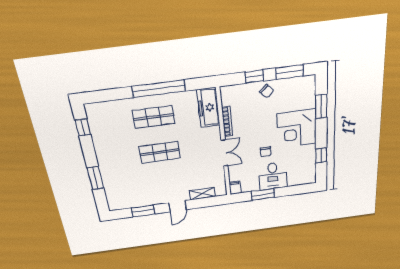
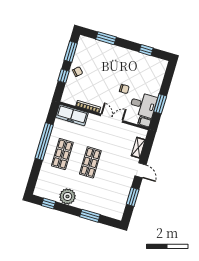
corner desk: (297, 129) -> (116, 61), removed
plant: (104, 145) -> (67, 196), added
desk: (273, 176) -> (143, 105), moved

